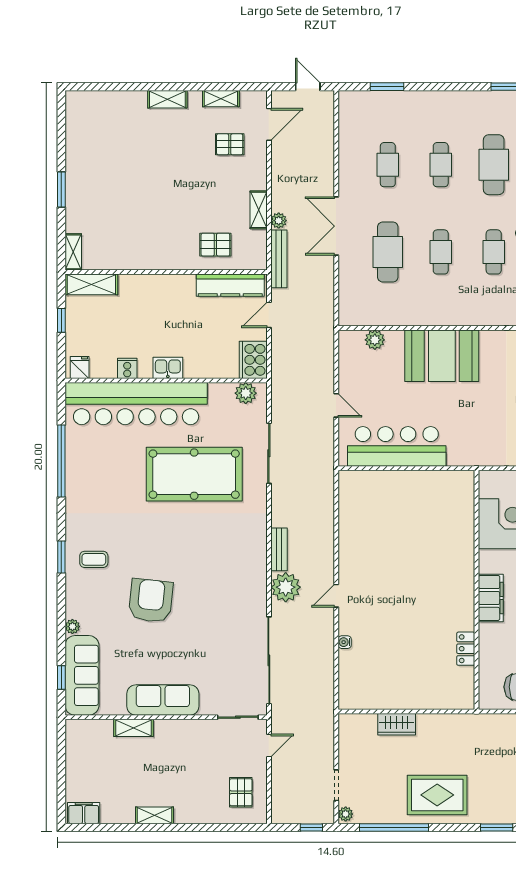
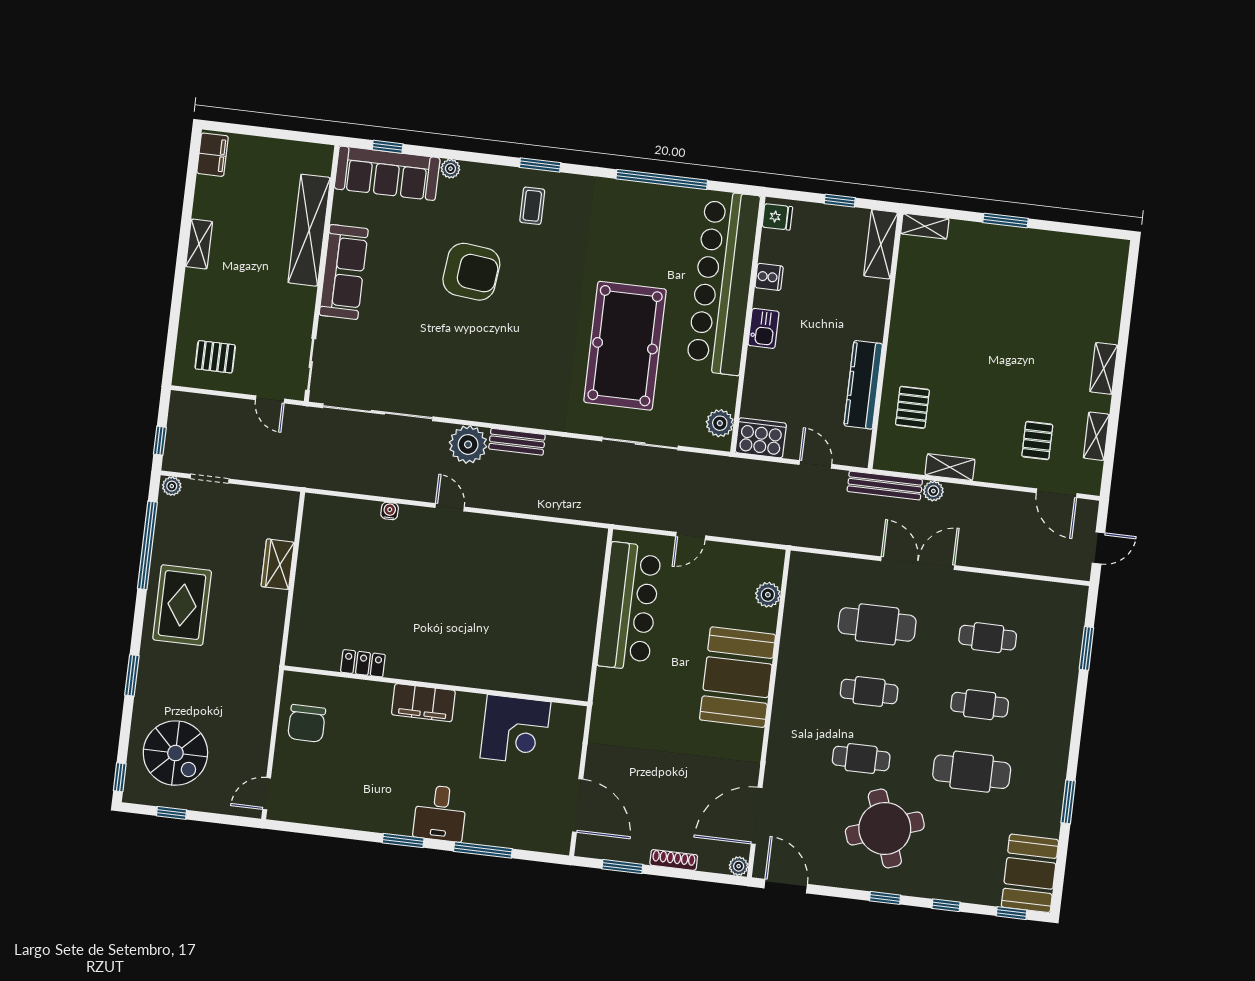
kitchen counter: (230, 285) -> (863, 385), moved
shelving: (133, 728) -> (309, 230), width x2.20, depth x1.33

